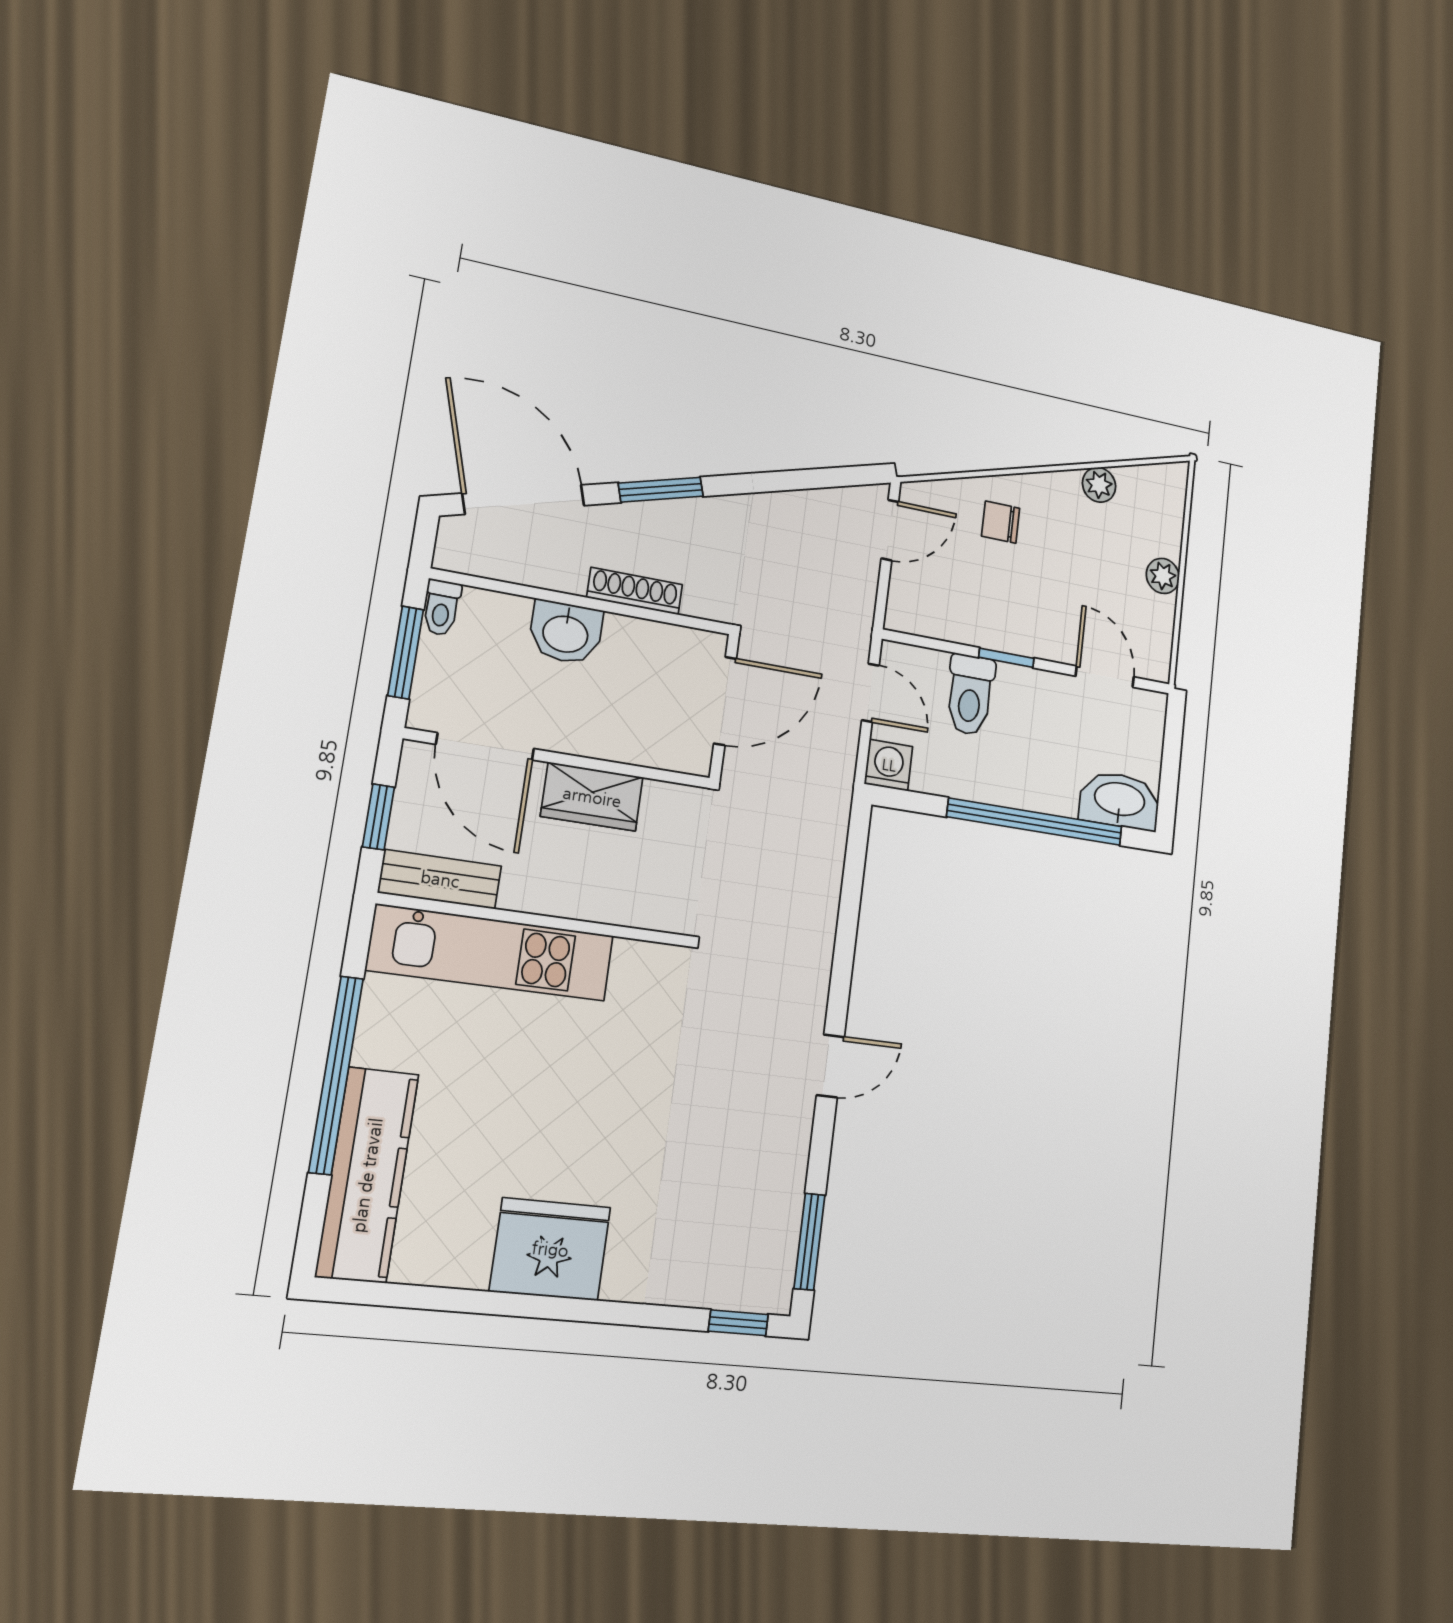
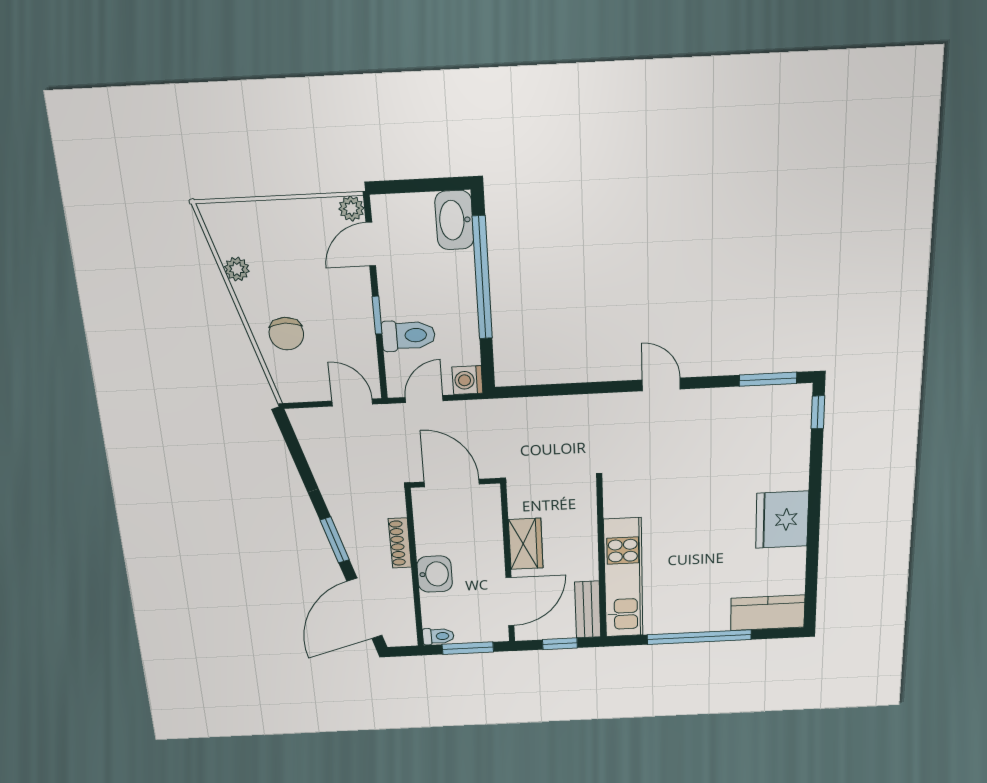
chair: (1001, 522) -> (286, 334), width x1.37, depth x1.37
door: (890, 530) -> (352, 403), moved
plant: (1163, 576) -> (351, 208), moved
kitchen counter: (367, 1175) -> (768, 613), width x0.67

